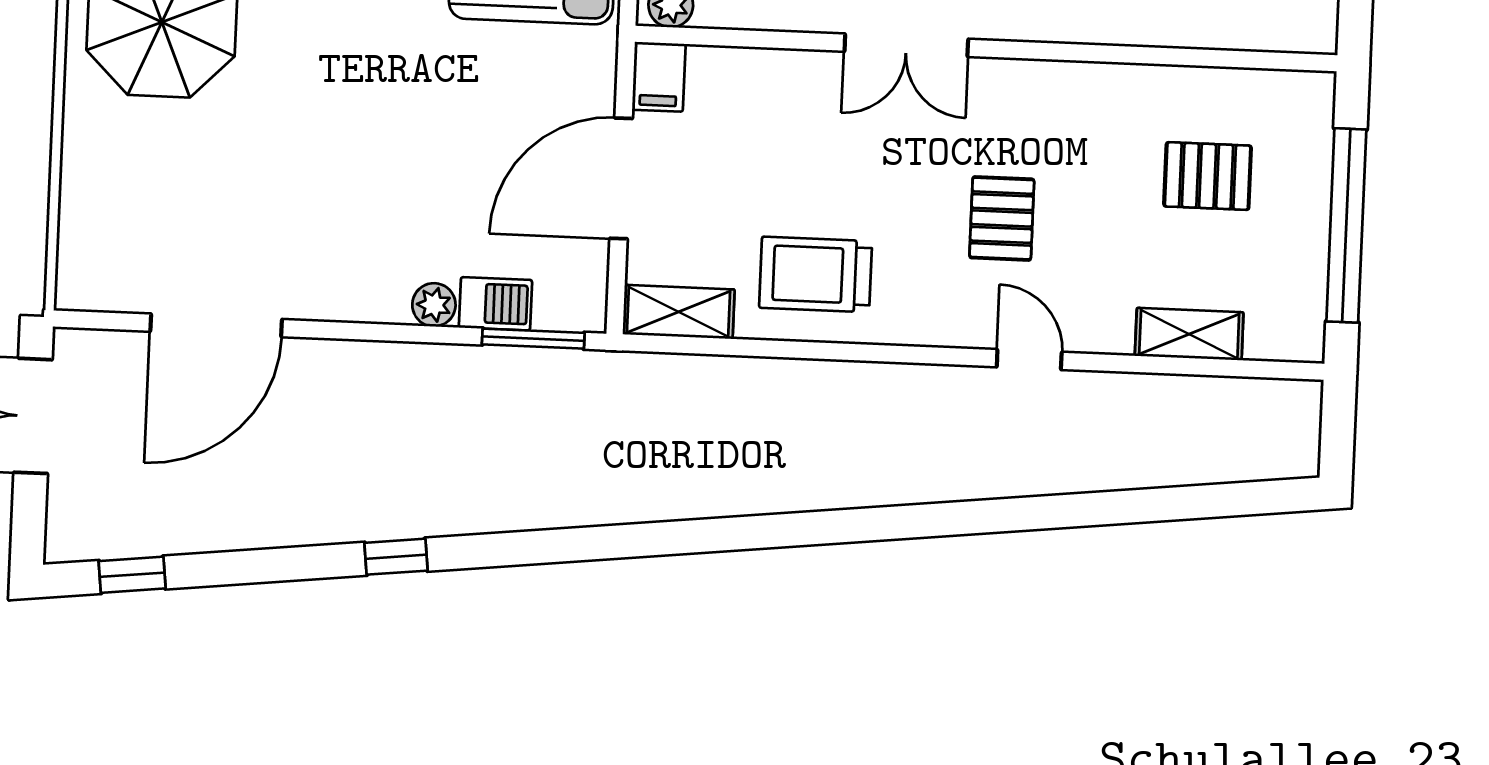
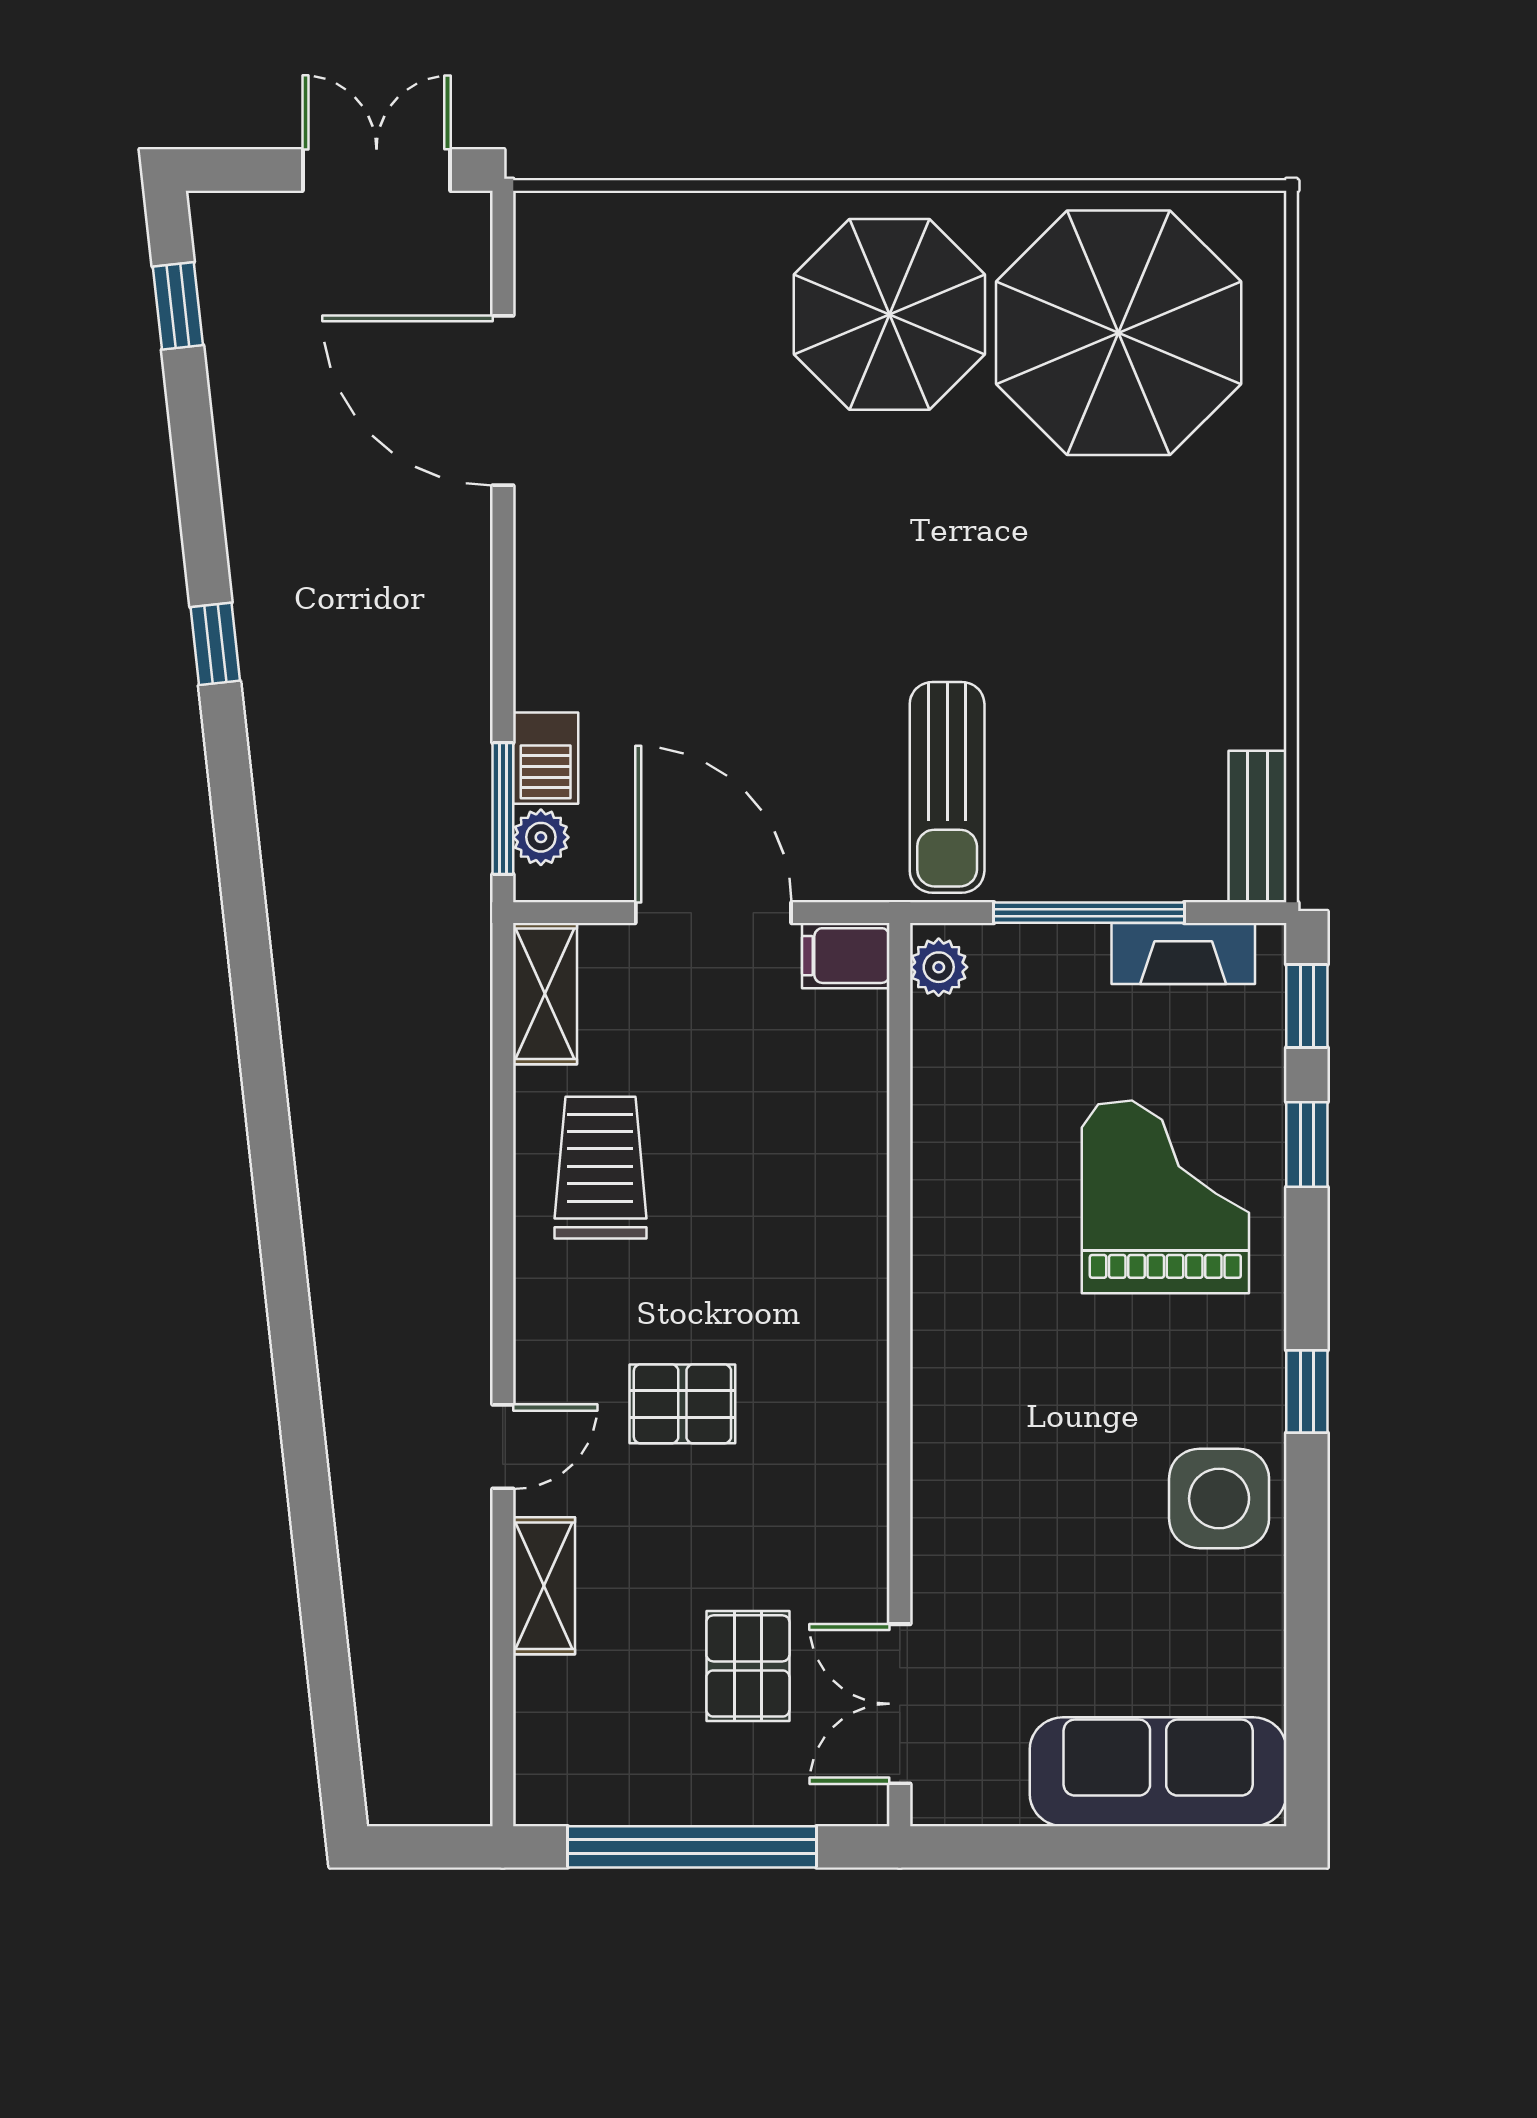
double door: (906, 45) -> (900, 1704), moved
plant: (434, 305) -> (541, 837), moved
shelving: (1189, 334) -> (544, 1586), moved

